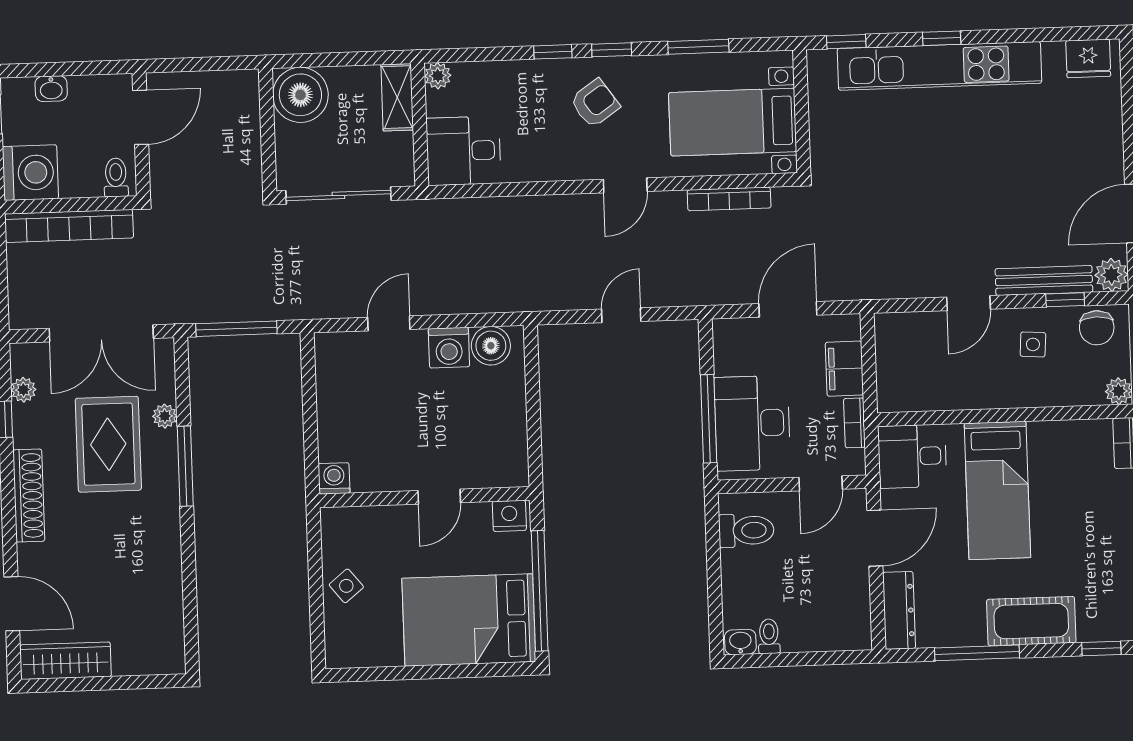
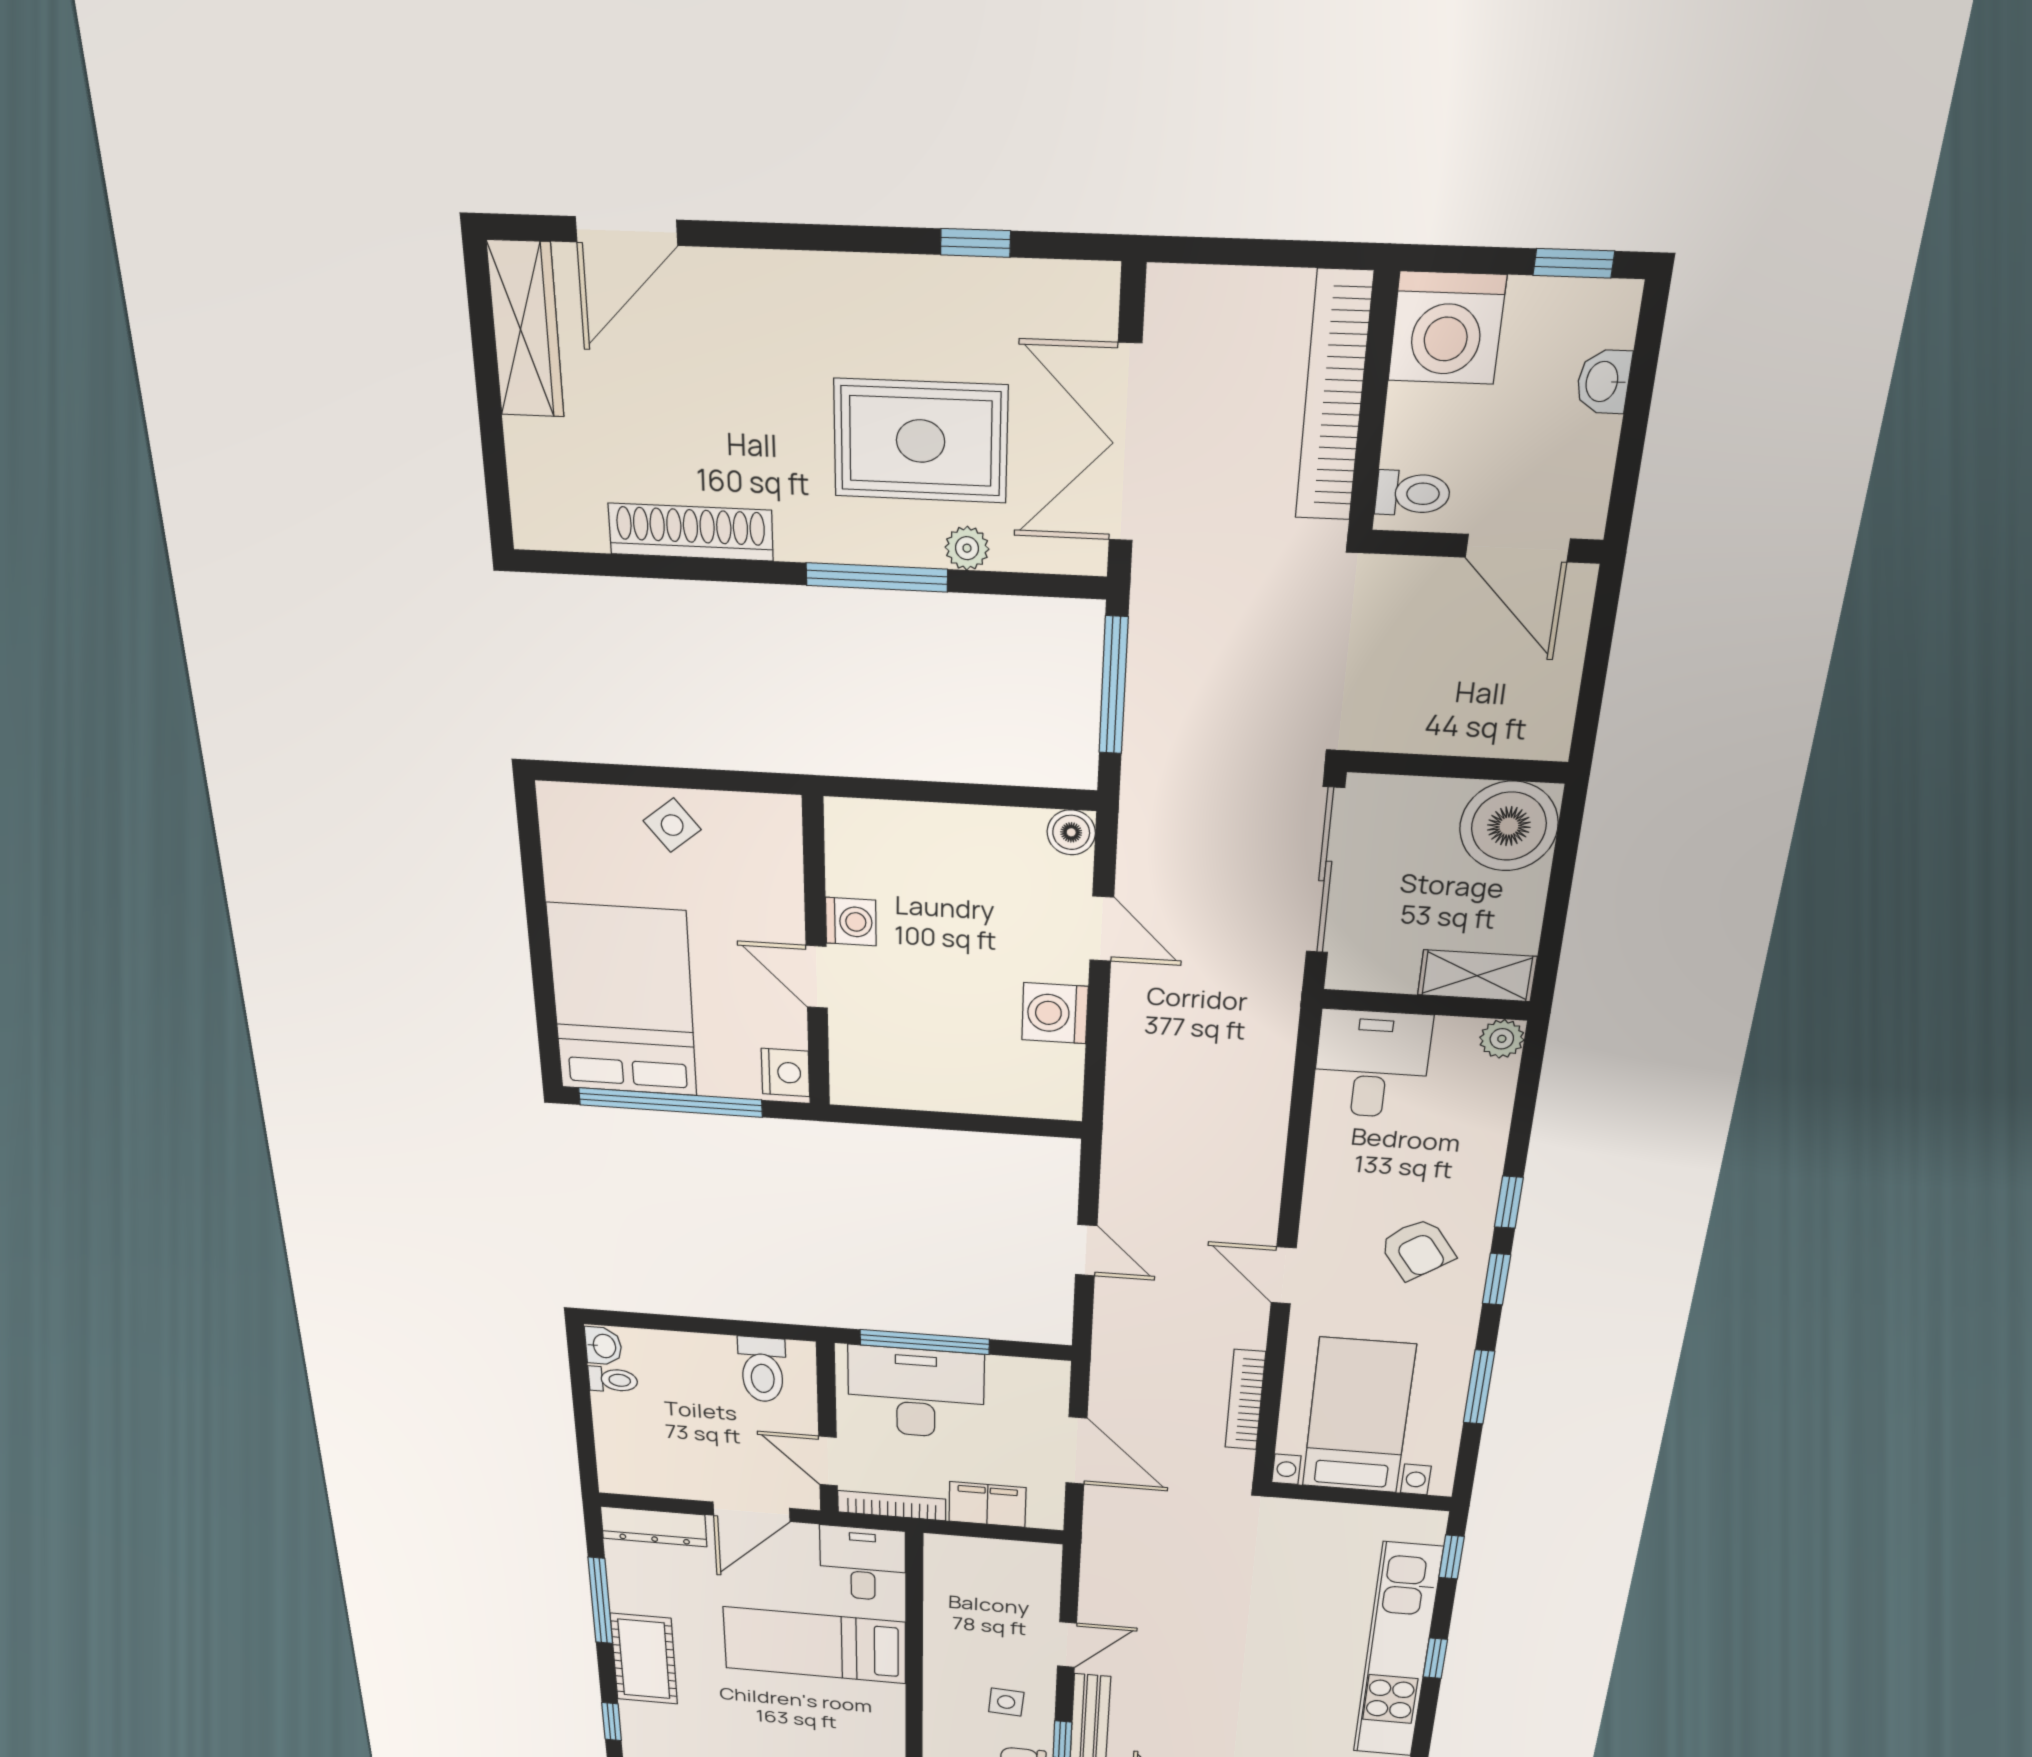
door: (969, 303) -> (1067, 1645), swing flipped
boiler: (491, 346) -> (1071, 832), moved, width x0.73, depth x0.73
plant: (23, 390) -> (1030, 284), removed
bookcase: (854, 423) -> (892, 1506), width x1.56
washing machine: (334, 478) -> (851, 922), moved
shoe rack: (29, 496) -> (691, 532), moved, turned 180
door: (875, 538) -> (751, 1512), hinge flipped

